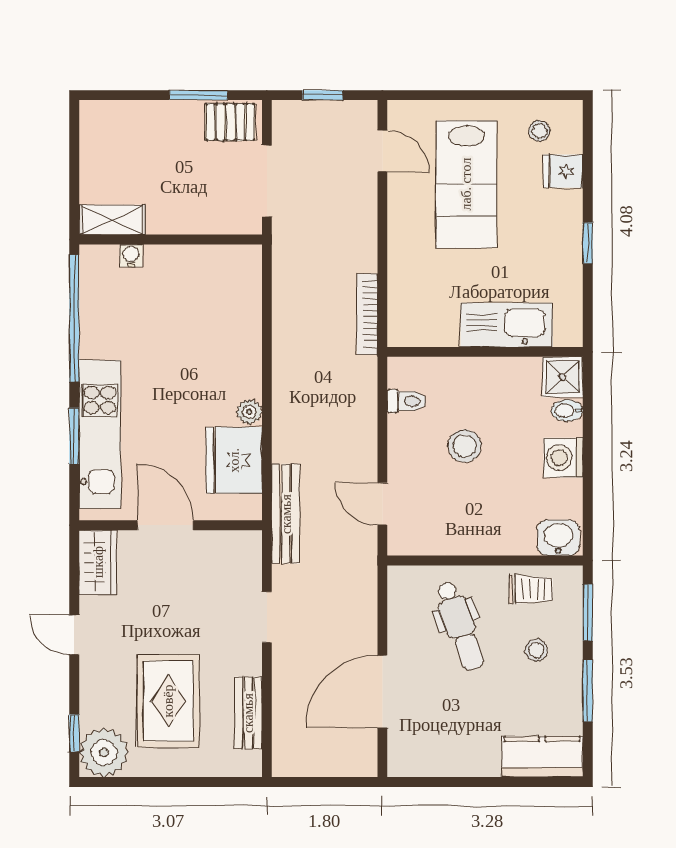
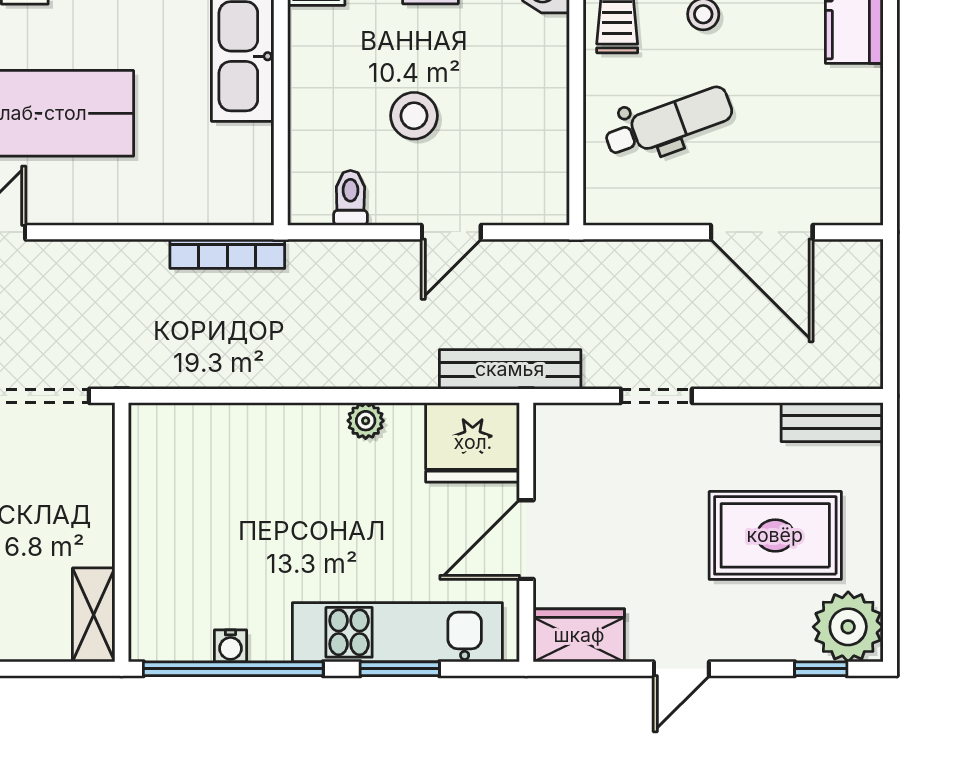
water cooler: (131, 256) -> (230, 646), moved, turned -90
fridge: (234, 460) -> (473, 442), moved
door: (382, 504) -> (451, 232), moved
bench: (248, 713) -> (832, 422), moved

